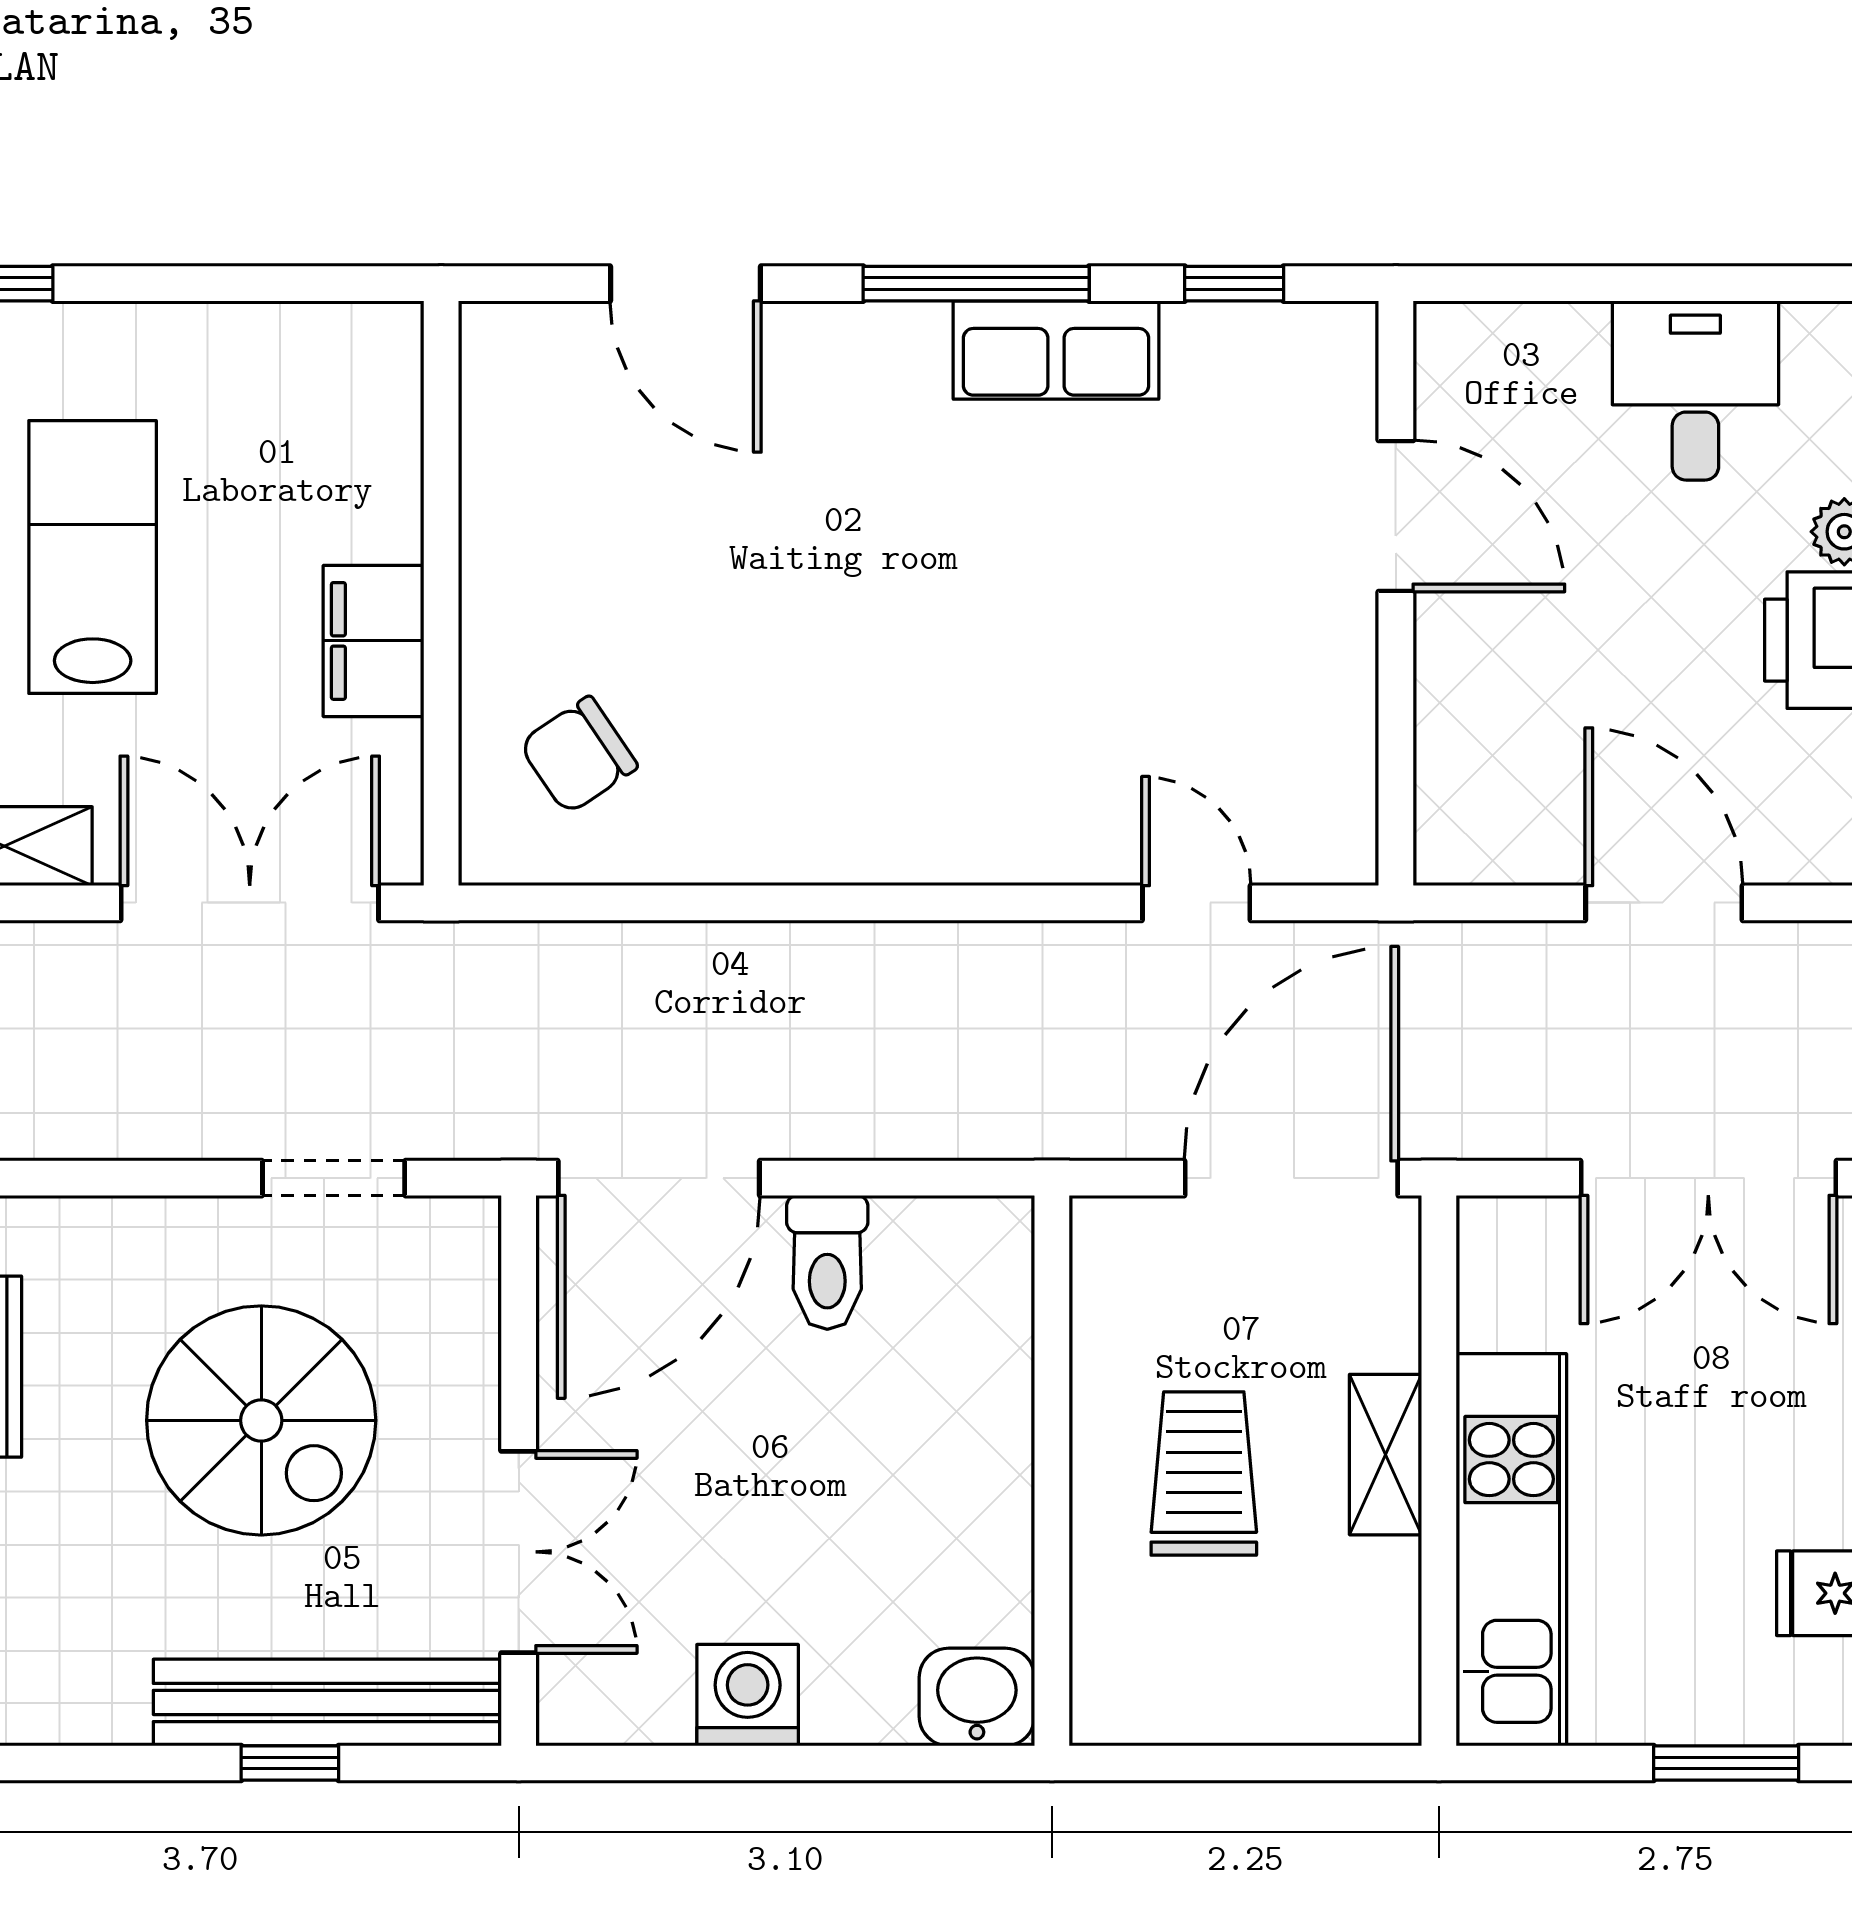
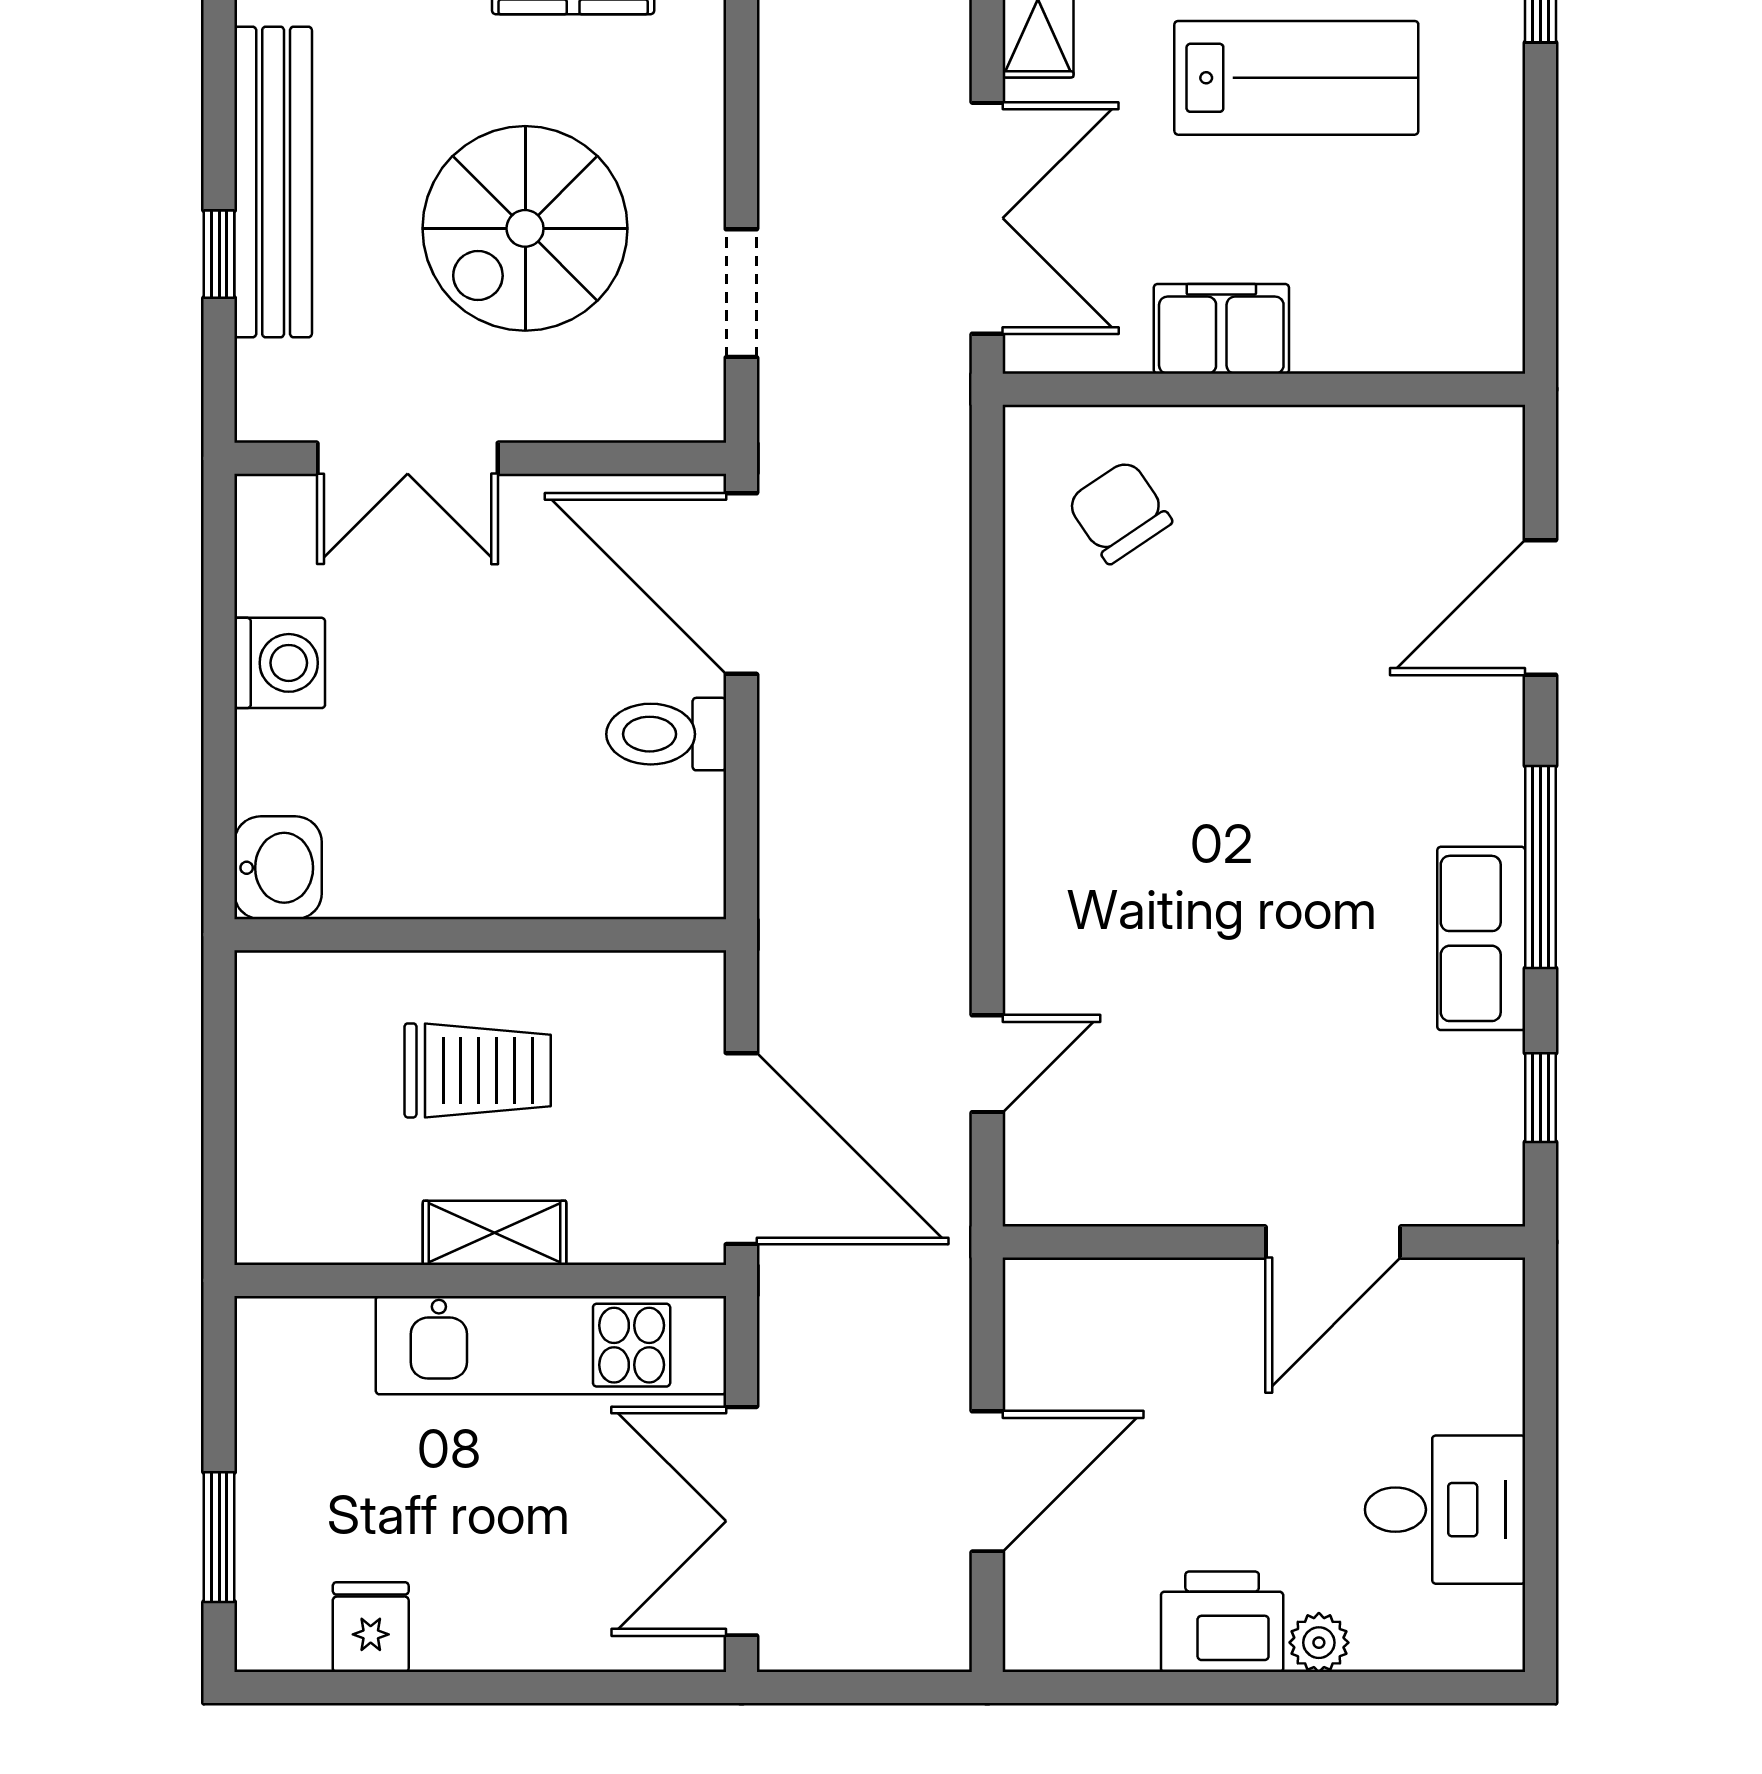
kitchen unit: (1511, 1550) -> (551, 1345), moved
bench: (327, 1702) -> (273, 182), moved

